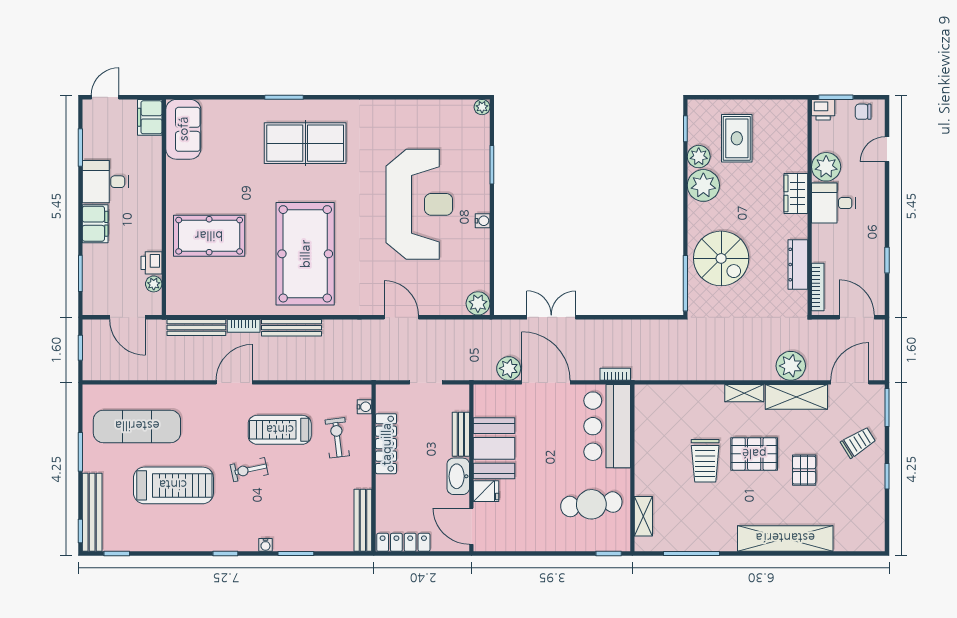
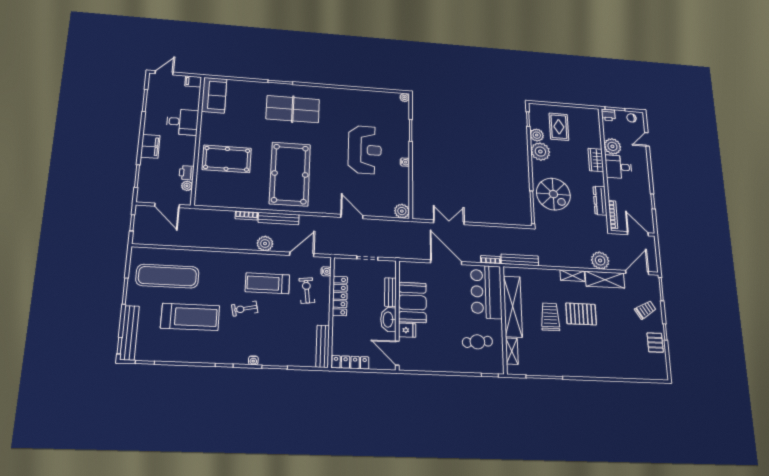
filing cabinet: (150, 117) -> (193, 81), width x0.50
desk: (105, 182) -> (182, 122), moved, turned 180
reception desk: (419, 204) -> (365, 150), width x0.74, depth x0.77
bench: (196, 327) -> (520, 260), moved
plant: (509, 368) -> (265, 244), moved
door: (234, 382) -> (302, 254), moved
trolley: (705, 461) -> (550, 317), turned 180
pallet: (804, 470) -> (655, 343), moved
cafe table: (591, 504) -> (477, 342), width x0.73, depth x0.74
shelving: (785, 538) -> (513, 306), moved, turned 90

